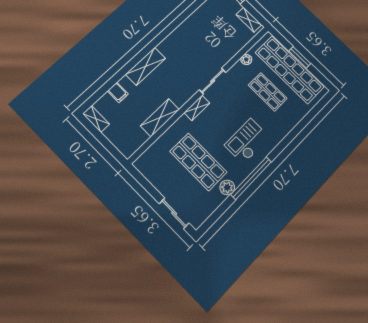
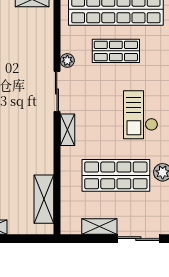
plant: (246, 59) -> (67, 61), moved
shelving: (160, 118) -> (44, 199), moved
shelving: (159, 183) -> (99, 226), added

